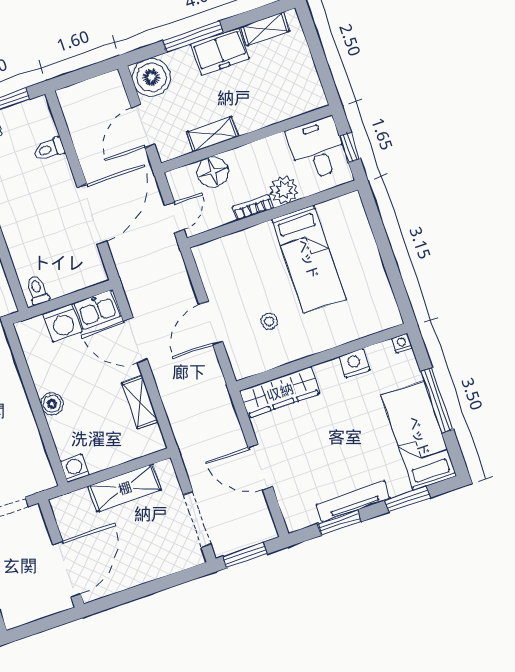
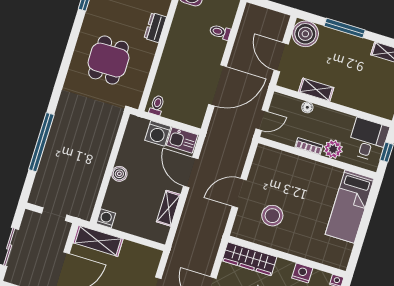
freezer: (220, 51) -> (353, 47), removed
door: (143, 126) -> (281, 57), hinge flipped
floor lamp: (213, 172) -> (307, 107), width x0.53, depth x0.53
bed: (308, 259) -> (350, 207), moved
stool: (269, 321) -> (272, 216), width x1.89, depth x1.89
shelving: (125, 488) -> (98, 241), moved

